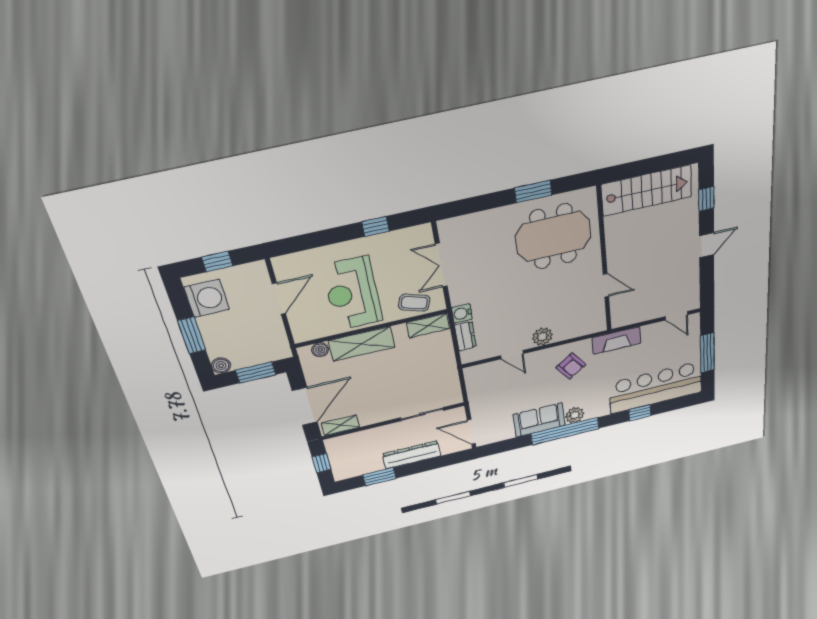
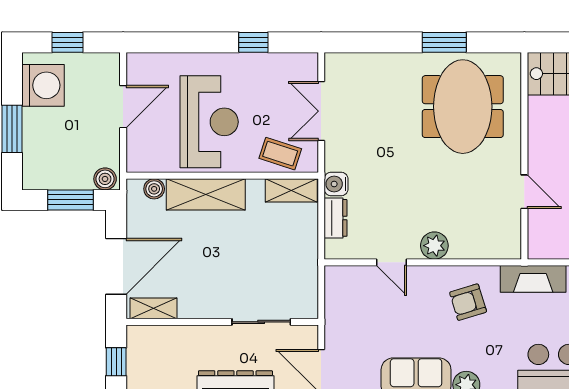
meeting table: (553, 236) -> (463, 107), turned 90
reception desk: (352, 293) -> (209, 122), turned 180
boiler: (221, 366) -> (105, 179), moved
armchair: (571, 366) -> (468, 302), turned 108

